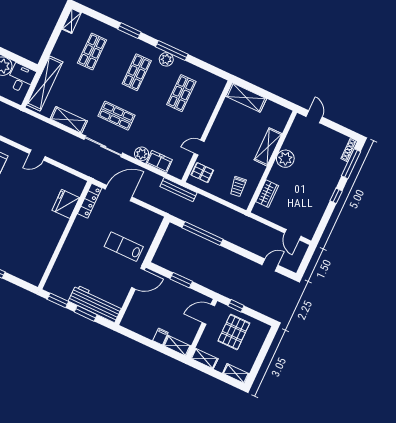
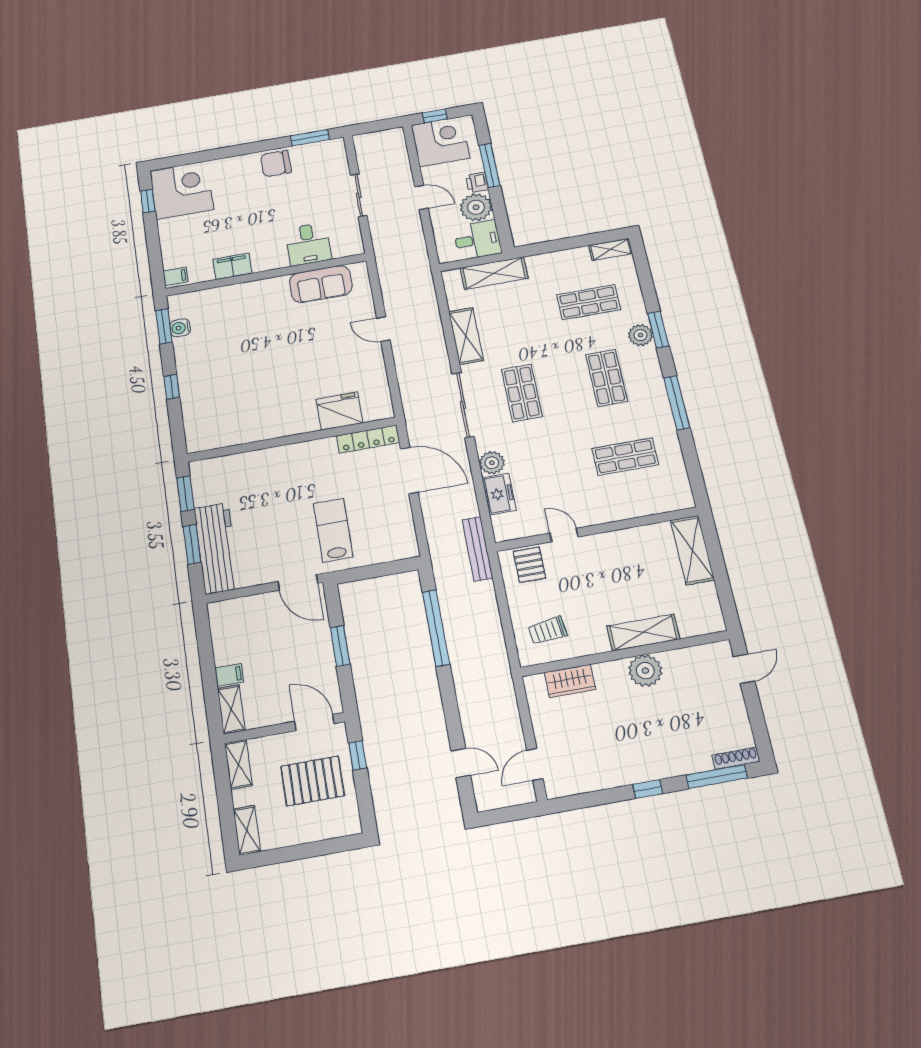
plant: (166, 59) -> (641, 335), moved
shop shelf: (137, 72) -> (607, 378), turned 90
shelving: (45, 83) -> (494, 273), width x0.68

